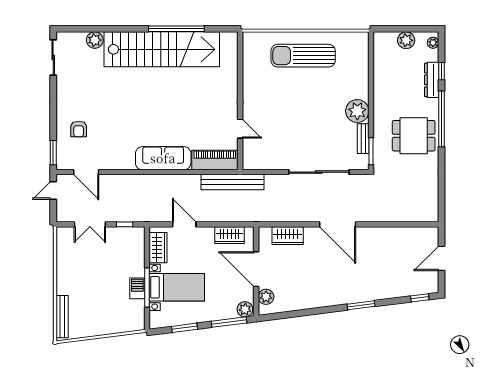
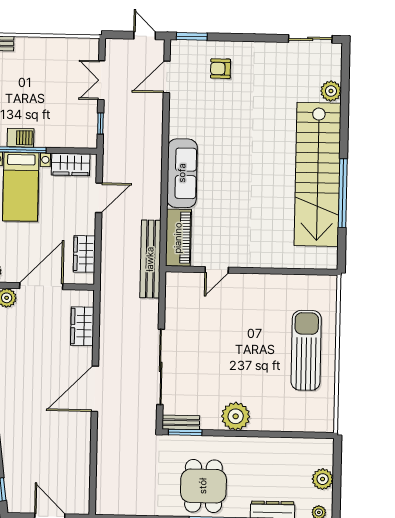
bench: (363, 139) -> (181, 422), moved

